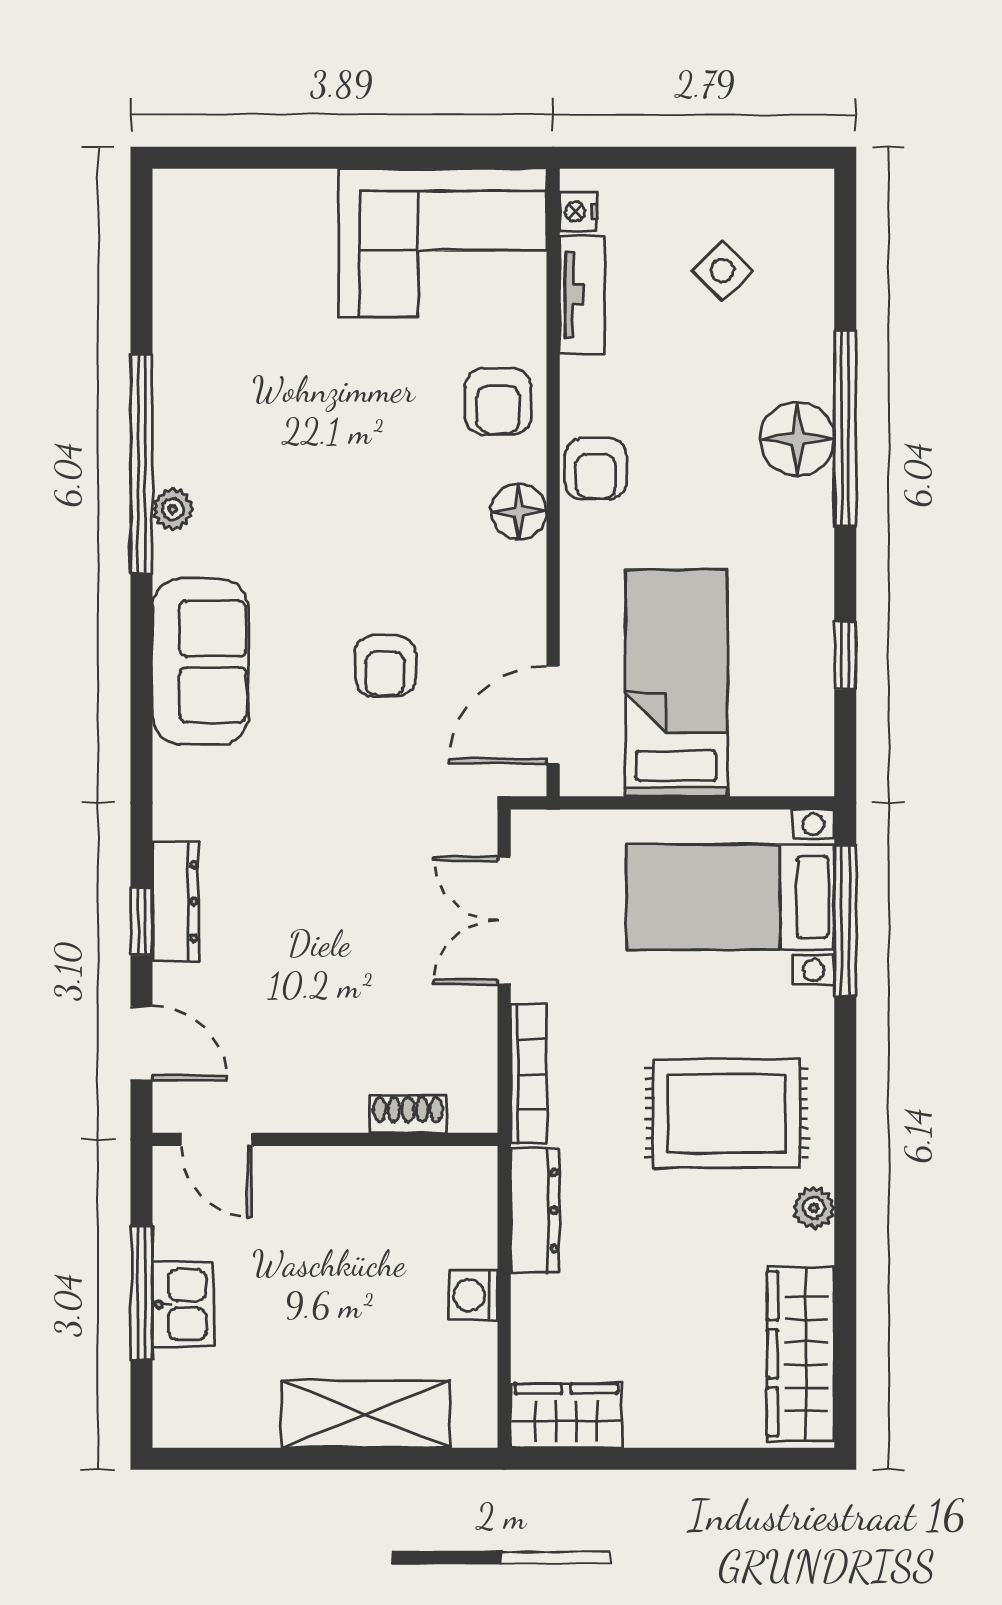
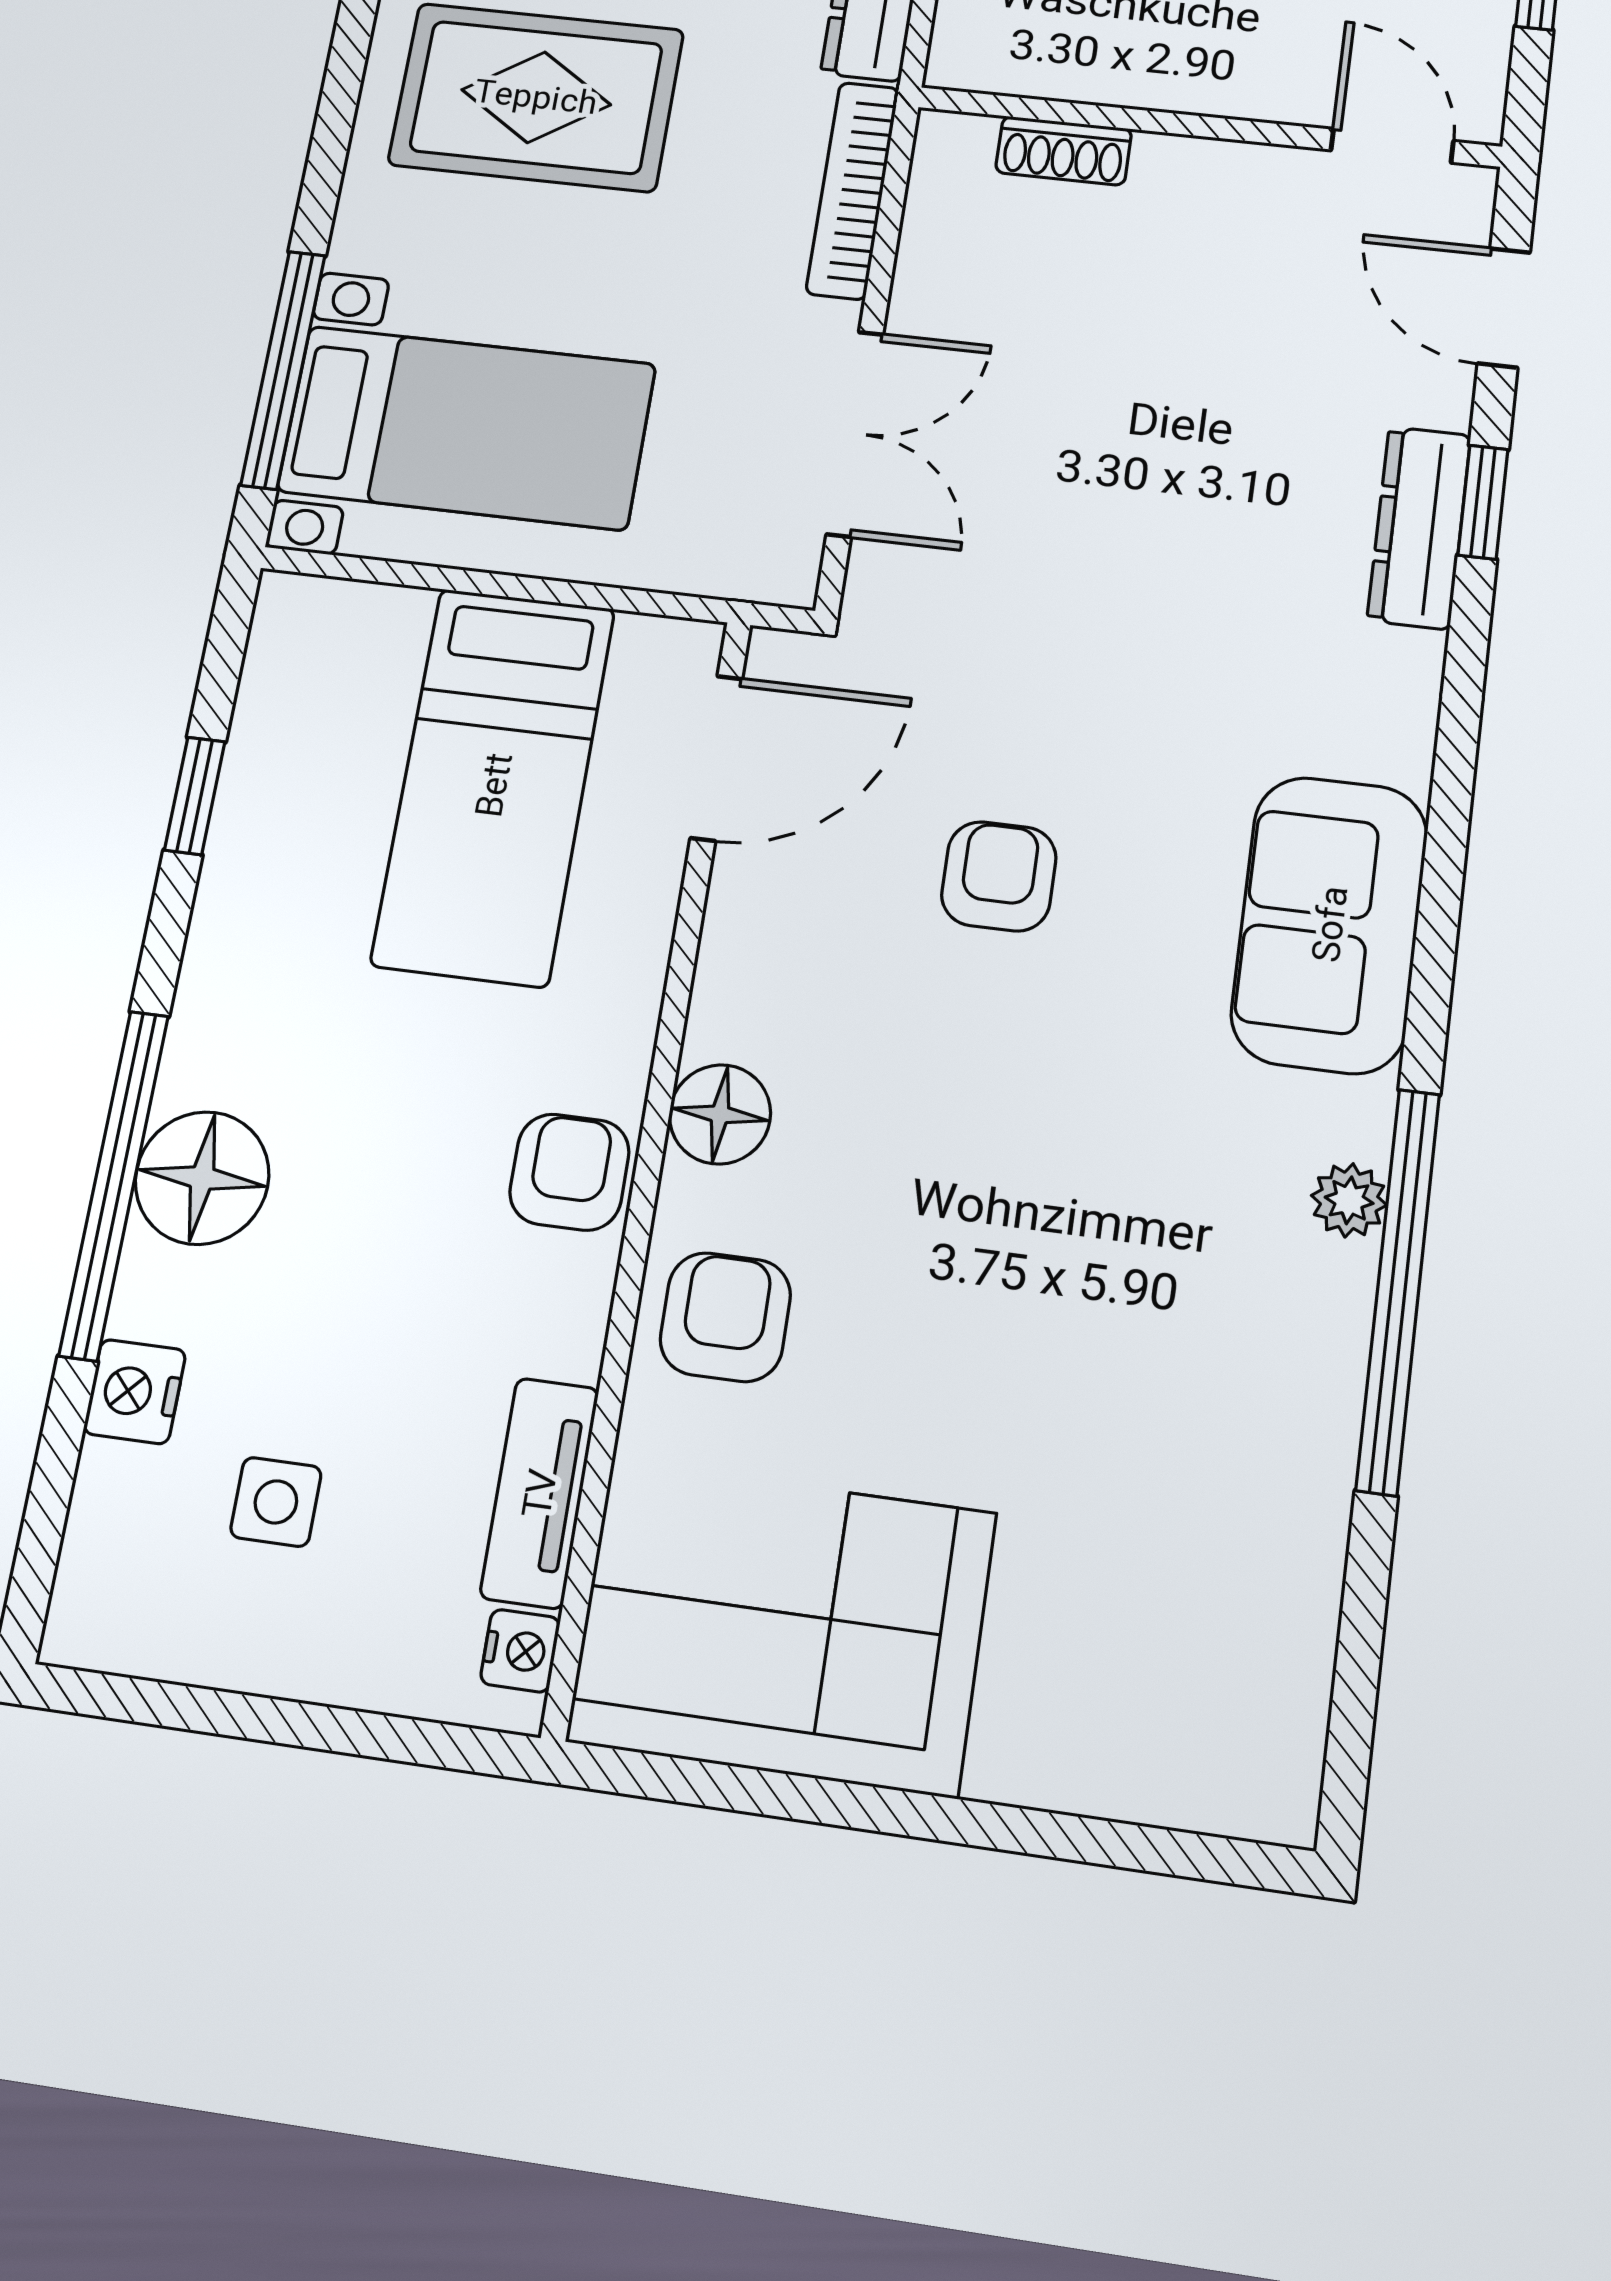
side table: (722, 270) -> (276, 1502), turned 45
nightstand: (811, 318) -> (135, 1392), added

